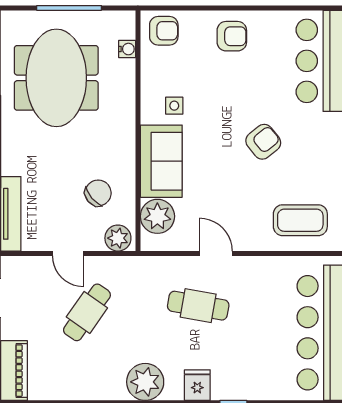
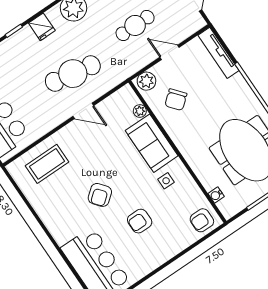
armchair: (232, 36) -> (140, 221), moved
plant: (157, 216) -> (140, 111), width x0.53, depth x0.53
cafe table: (198, 306) -> (73, 74), width x1.37, depth x1.35
cafe table: (87, 312) -> (135, 25), turned 55

